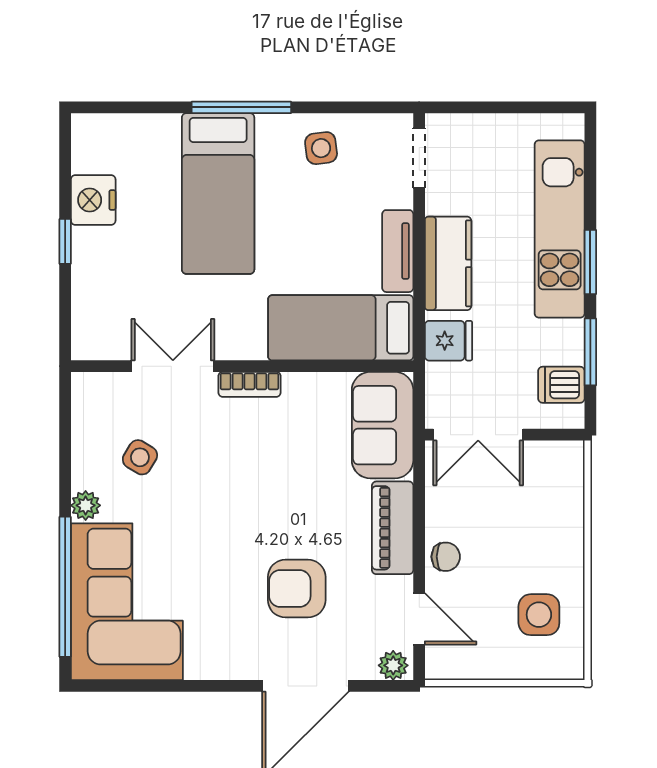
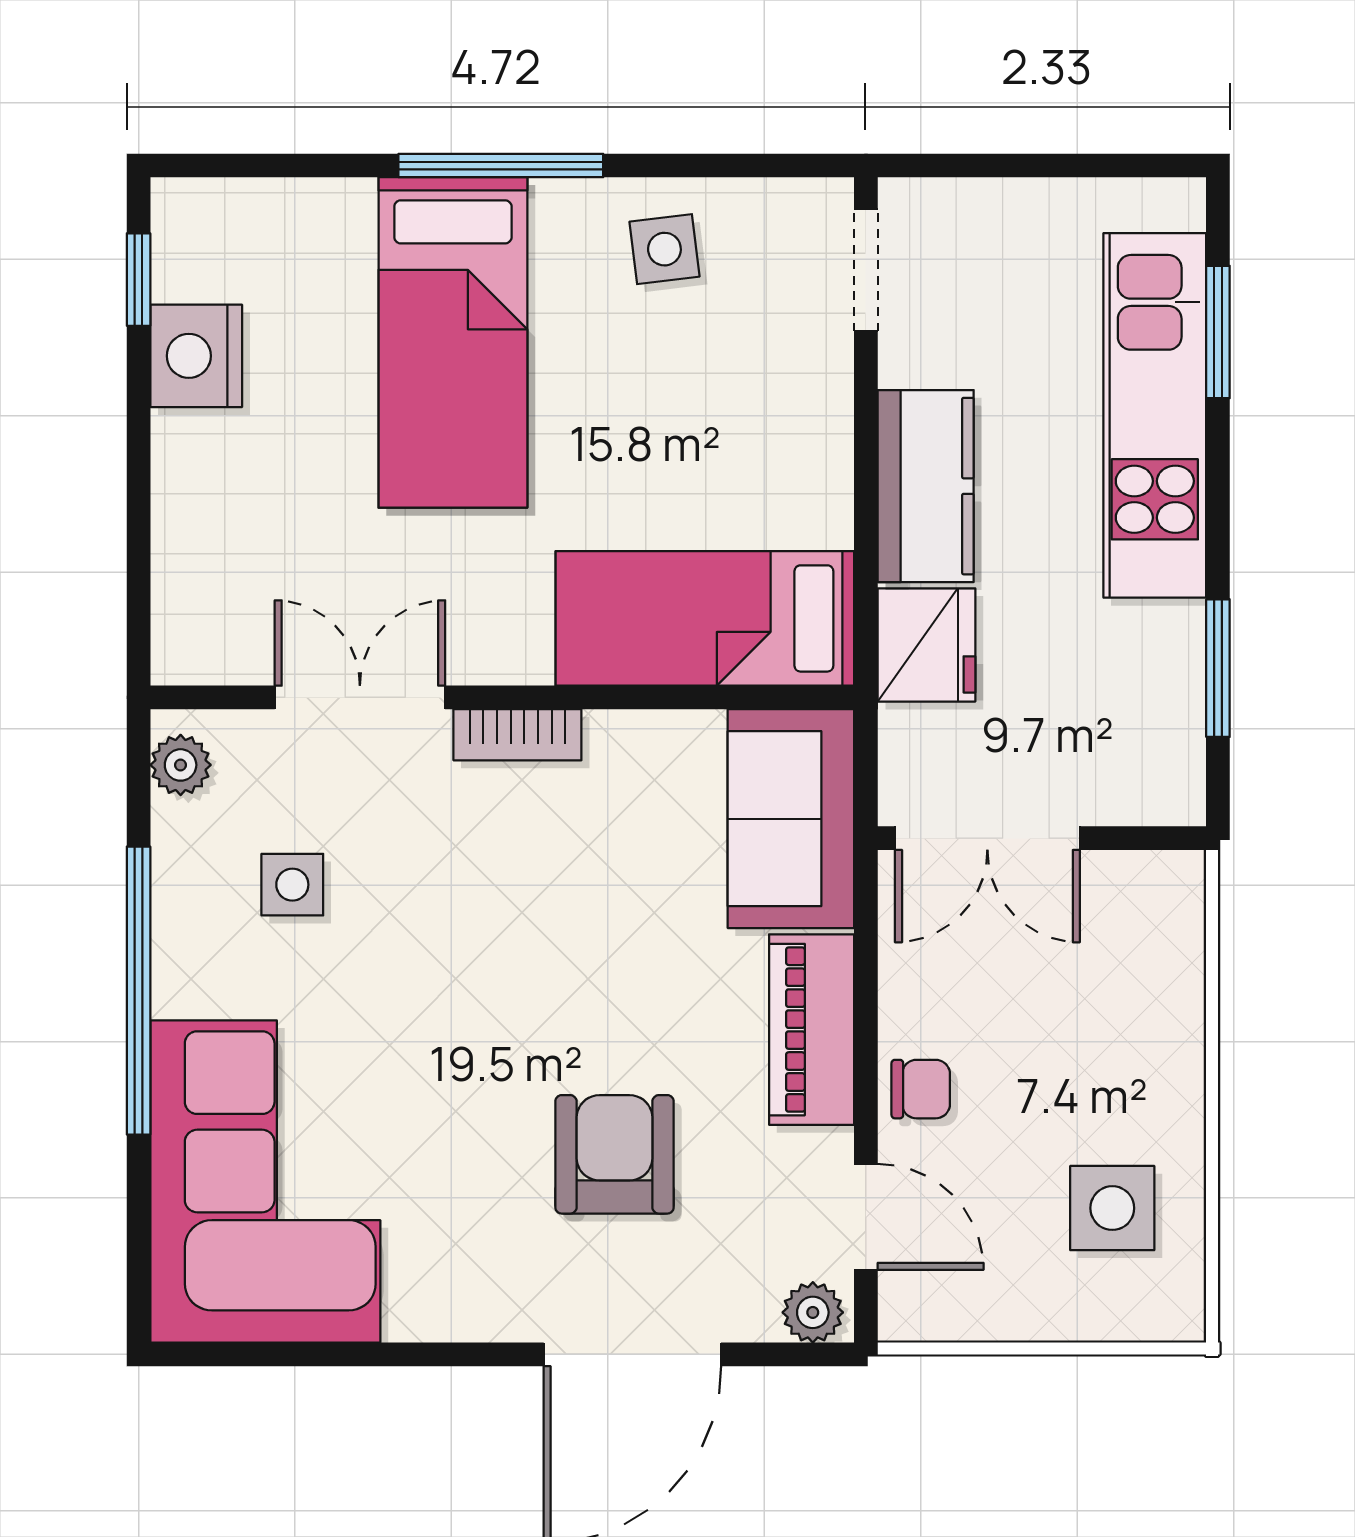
window: (65, 241) -> (139, 280), moved
tv unit: (398, 251) -> (822, 461), removed
window: (590, 262) -> (1218, 332), moved
fridge: (449, 341) -> (926, 645), width x1.38
dishwasher: (561, 385) -> (1158, 736), removed
side table: (140, 457) -> (292, 885), turned -31
plant: (86, 505) -> (181, 765), moved
window: (65, 587) -> (139, 991), moved
armchair: (297, 589) -> (615, 1154), turned 90

